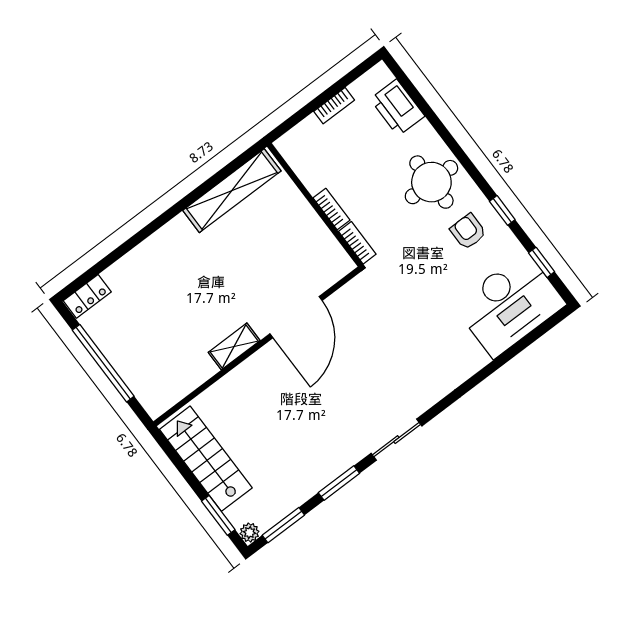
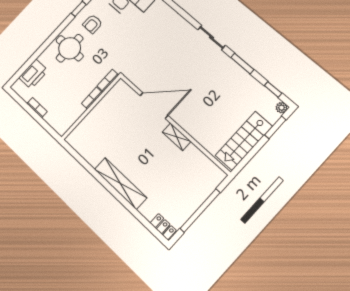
shelving: (232, 191) -> (121, 183), moved
window: (283, 525) -> (273, 89), width x0.67

